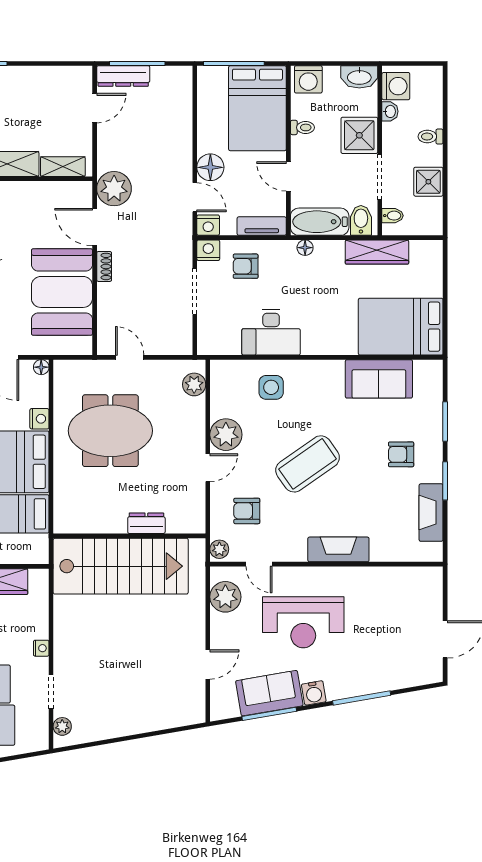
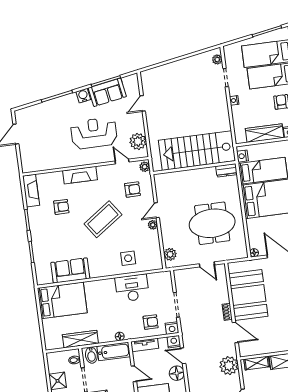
plant: (114, 189) -> (229, 366), moved
nightstand: (39, 419) -> (242, 156), moved
plant: (226, 435) -> (153, 225), width x0.53, depth x0.53
armchair: (401, 454) -> (61, 207), moved
fireplace: (431, 513) -> (31, 191), moved
dresser: (146, 523) -> (226, 170), moved

